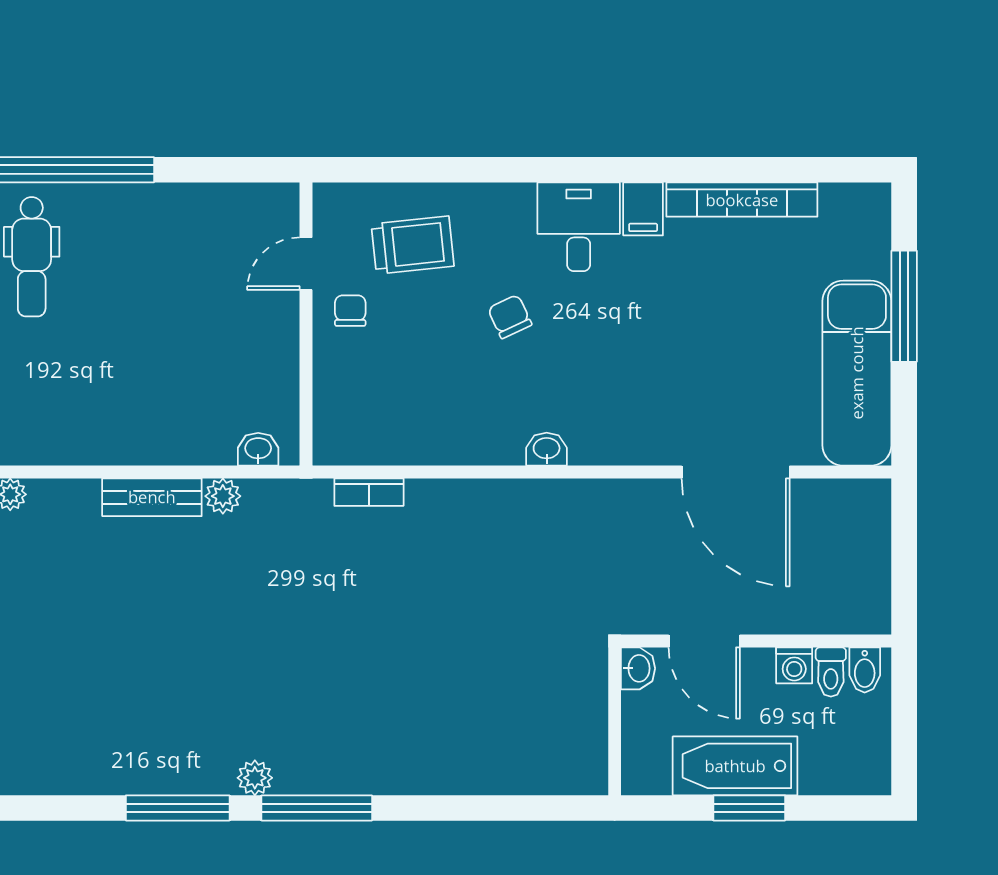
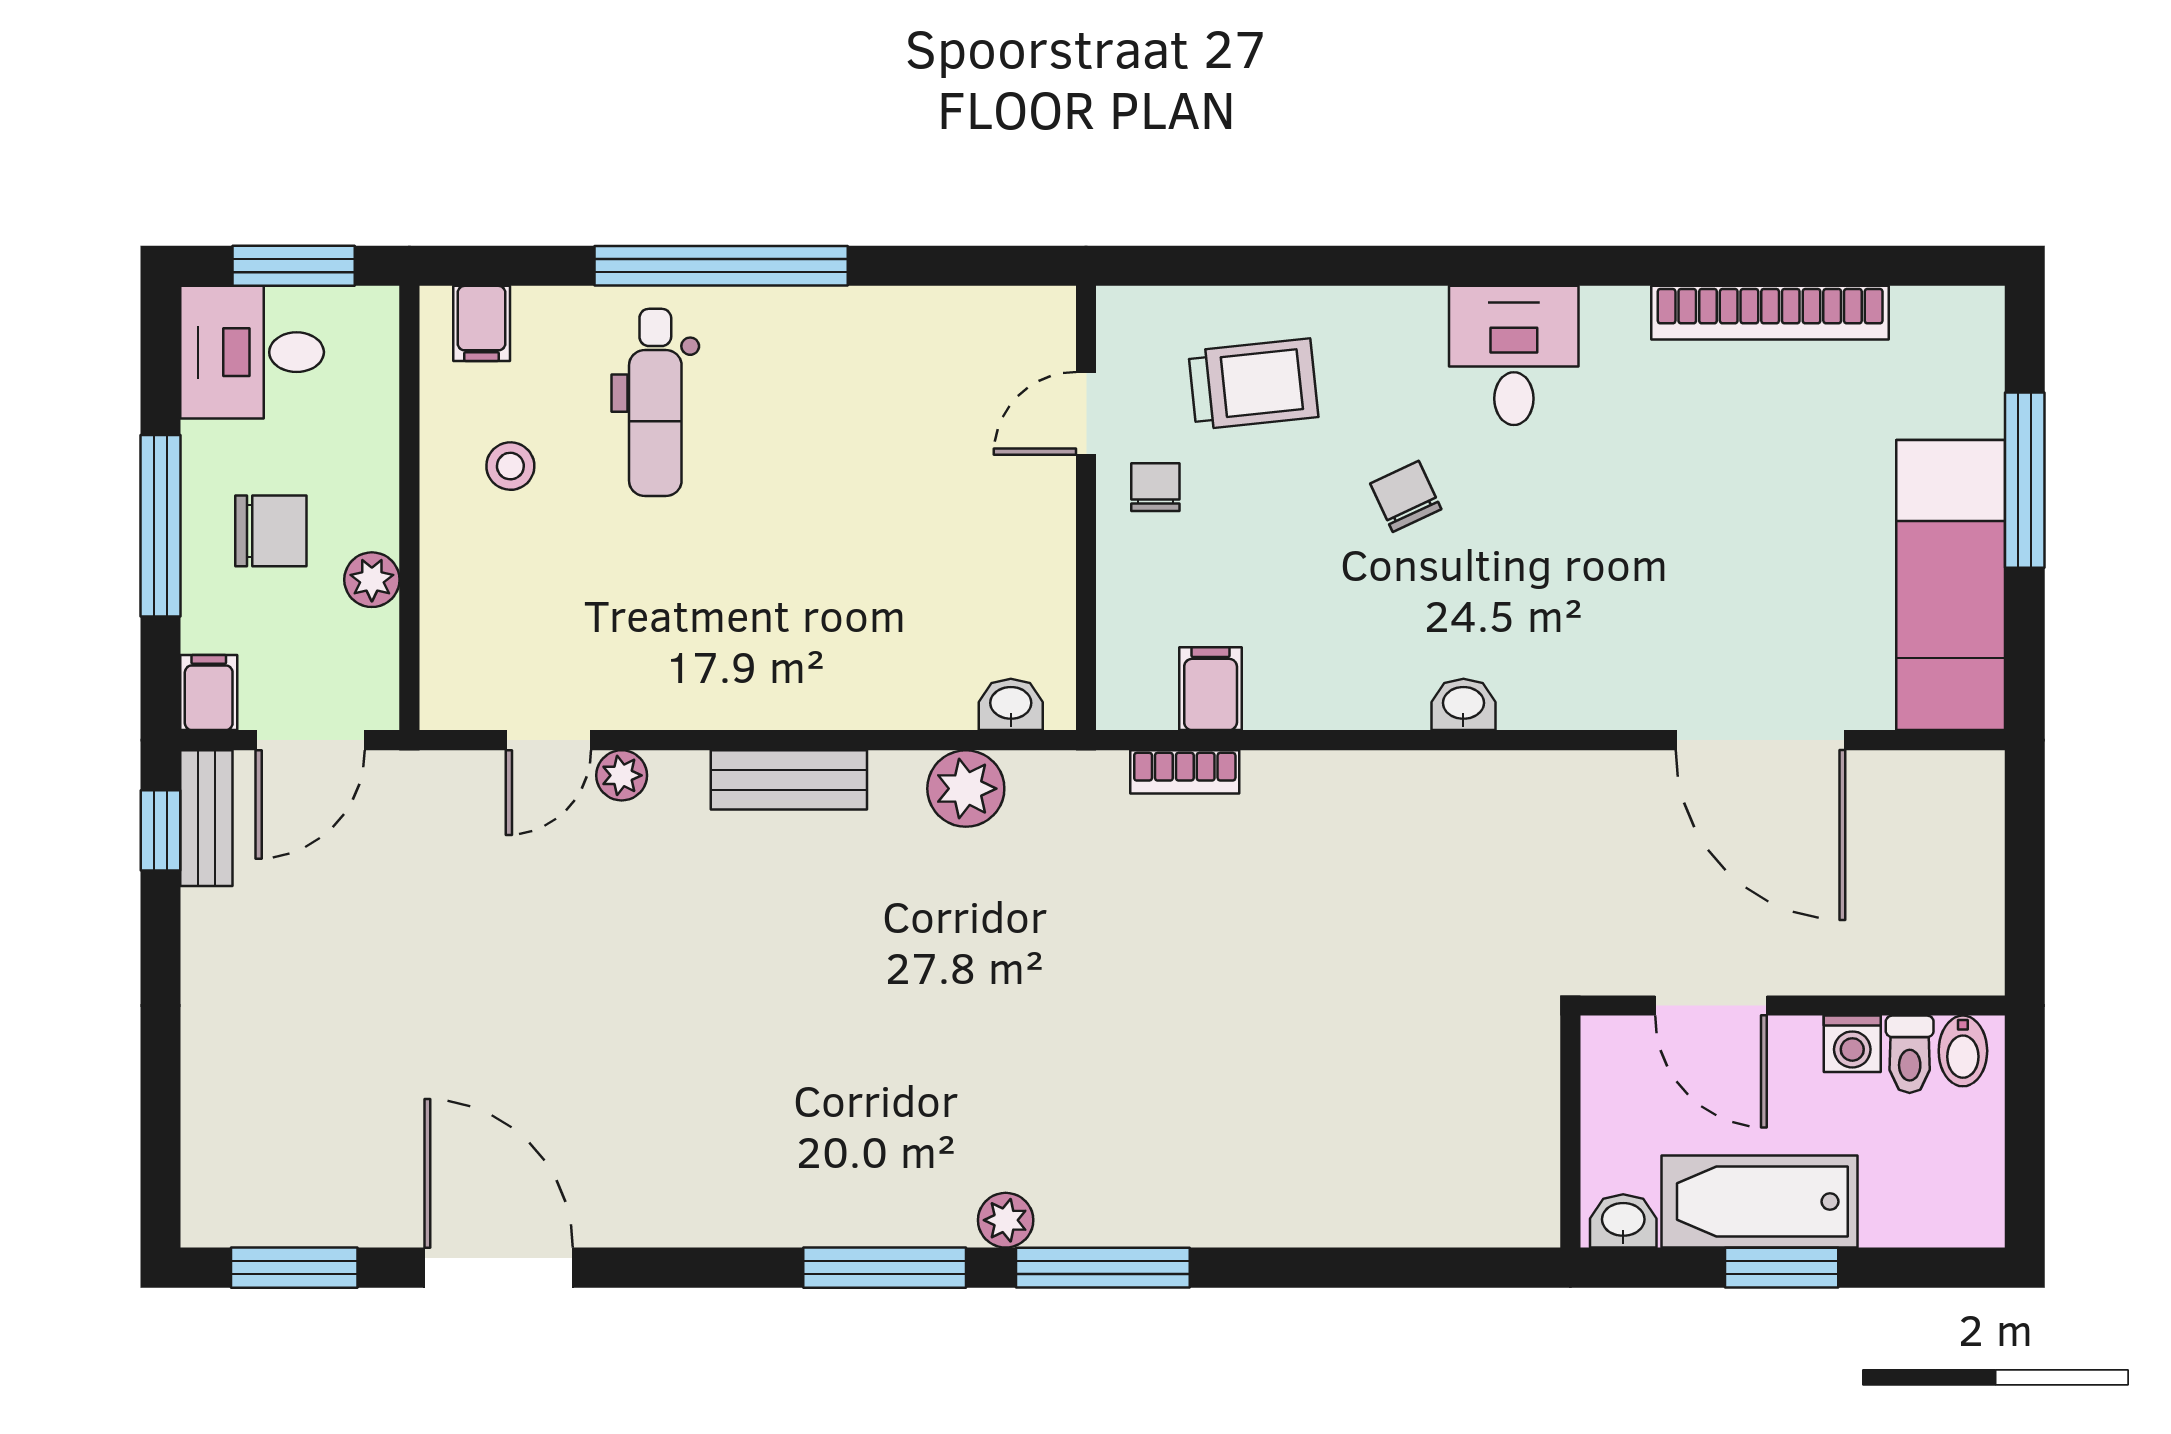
filing cabinet: (643, 209) -> (1211, 689), moved, turned 180
plant: (223, 496) -> (966, 789), width x1.38, depth x1.38
bench: (152, 497) -> (789, 780), moved
washbasin: (638, 668) -> (1623, 1221), moved, turned -90

